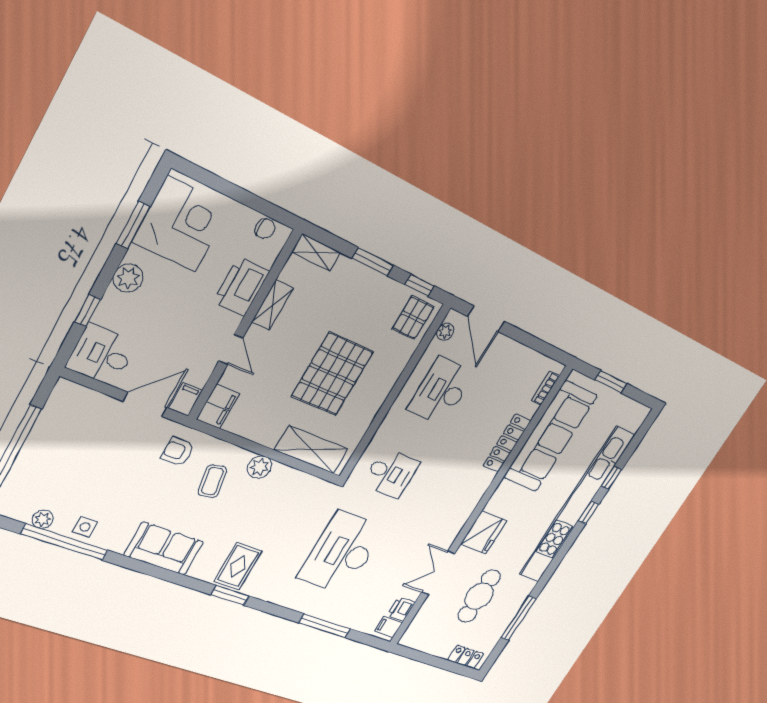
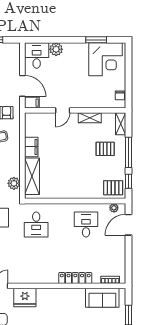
window: (373, 262) -> (129, 152), width x1.44
plant: (128, 278) -> (56, 49), moved
printer: (241, 287) -> (92, 99), removed
window: (88, 310) -> (53, 40), removed
pallet: (332, 374) -> (105, 149), moved, width x0.49, depth x0.50
desk: (441, 391) -> (86, 225), width x0.73
filing cabinet: (218, 406) -> (31, 147), moved, turned -90
sofa: (550, 436) -> (102, 298), width x0.54, depth x0.79
plant: (260, 467) -> (14, 183), moved

